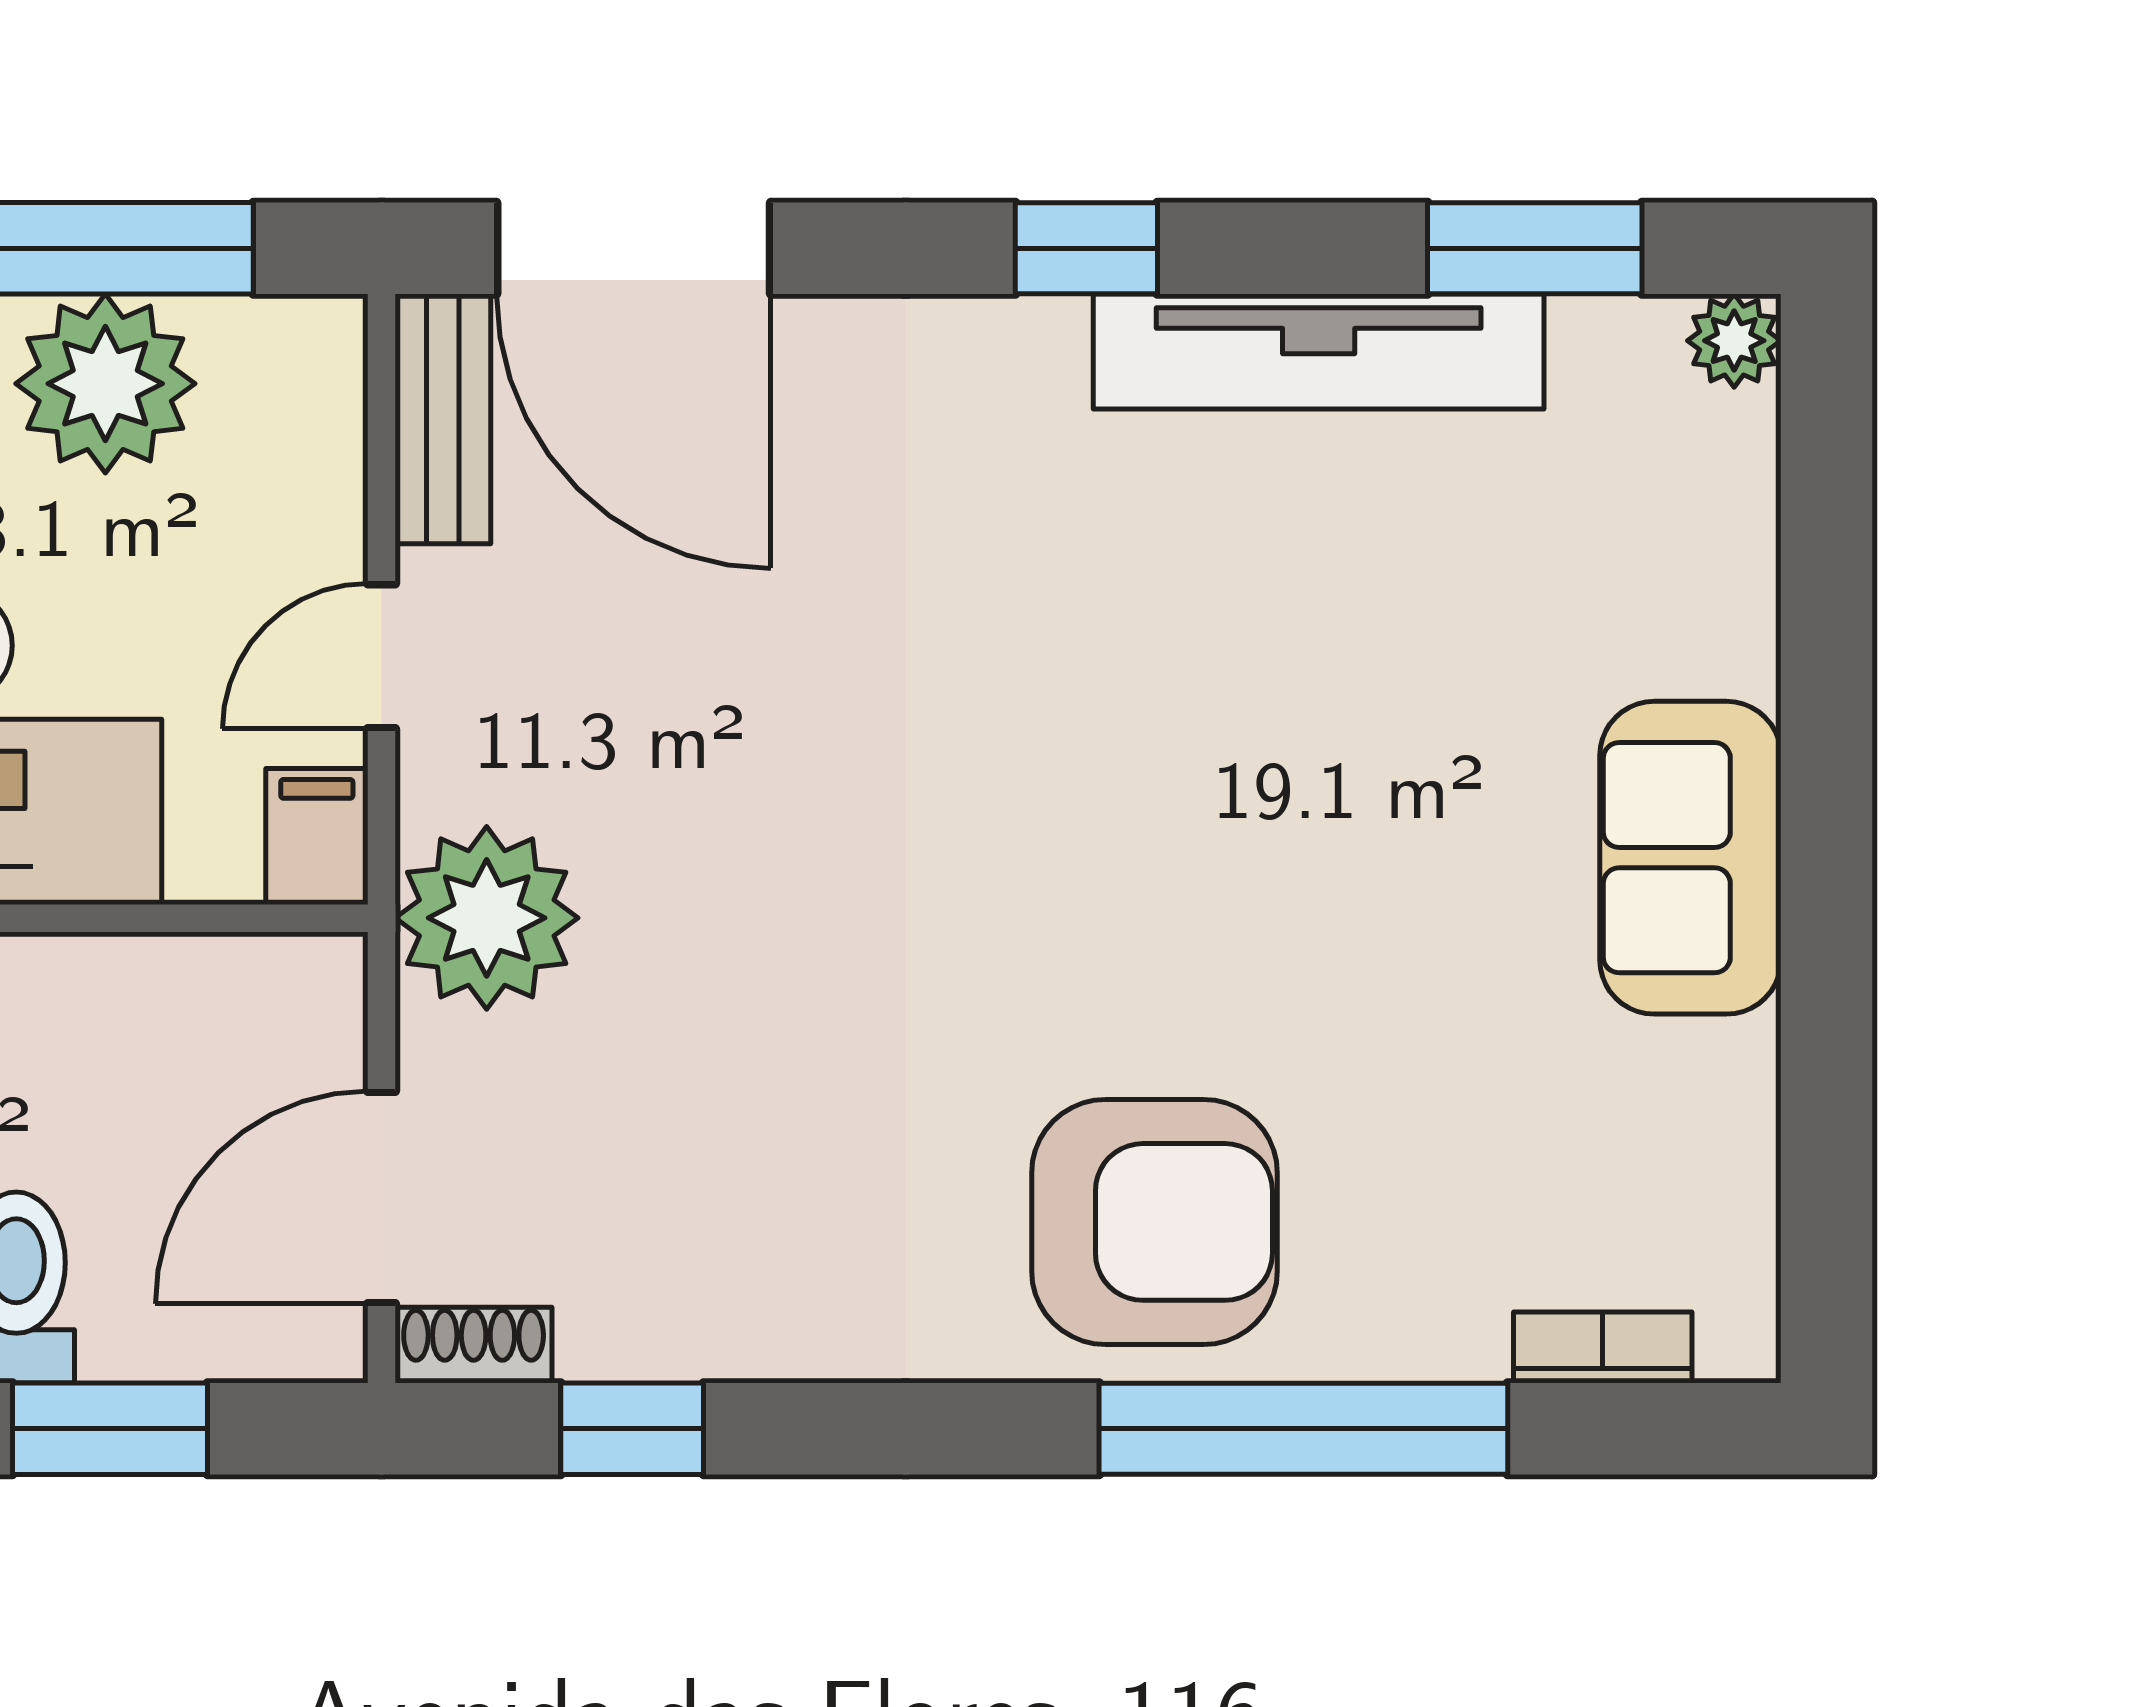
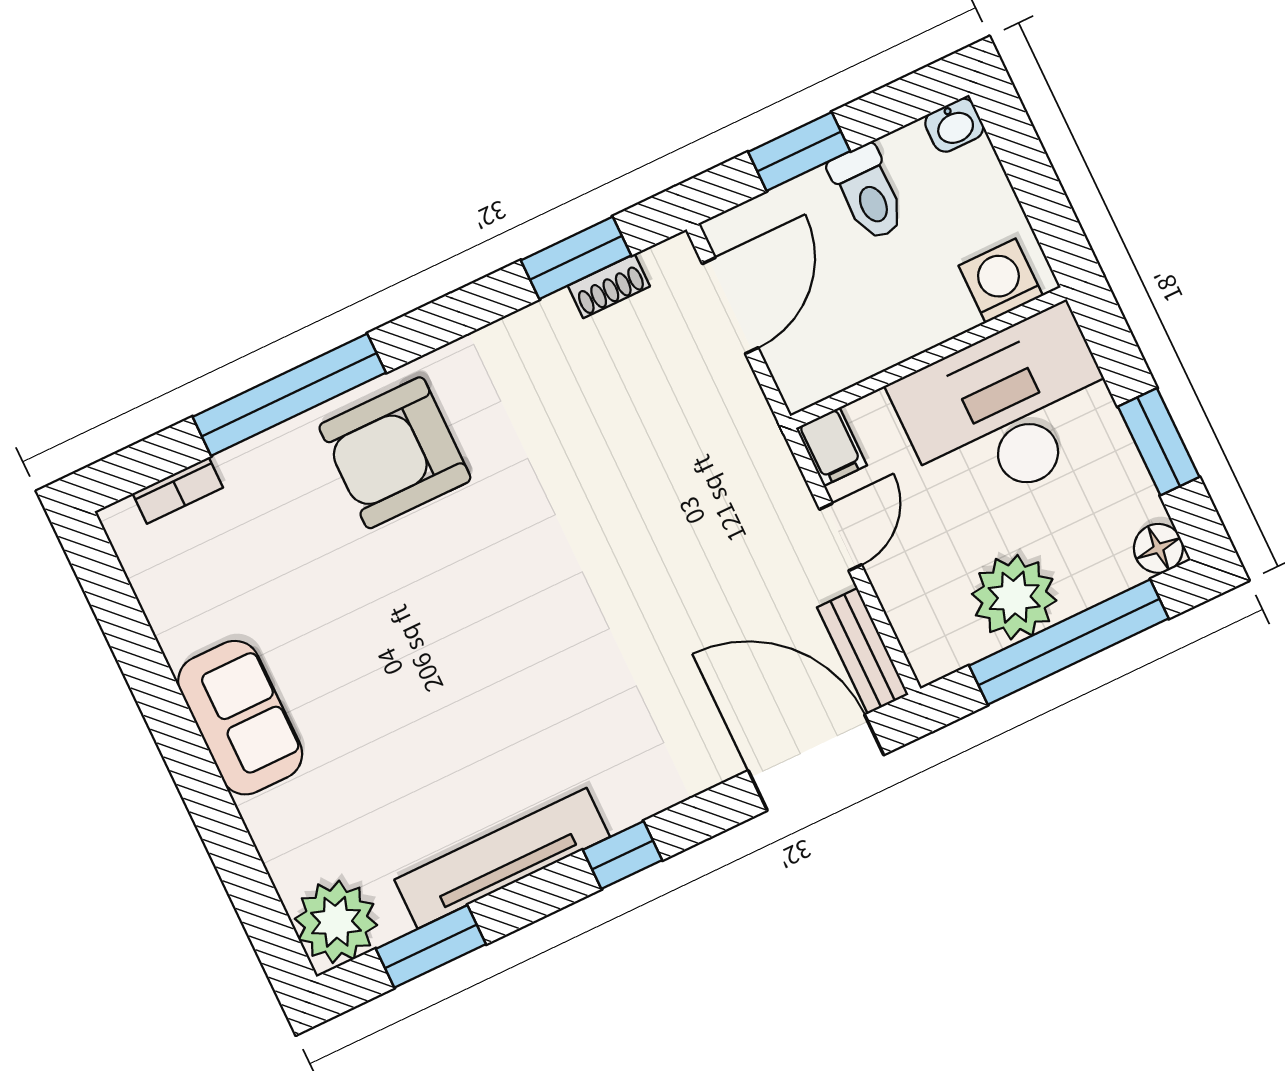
plant: (1734, 341) -> (336, 922), width x1.87, depth x1.87
plant: (487, 918) -> (742, 447), removed
shoe rack: (474, 1345) -> (609, 286), moved
window: (632, 1429) -> (576, 258), width x1.50

